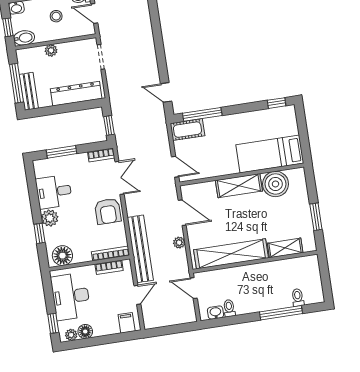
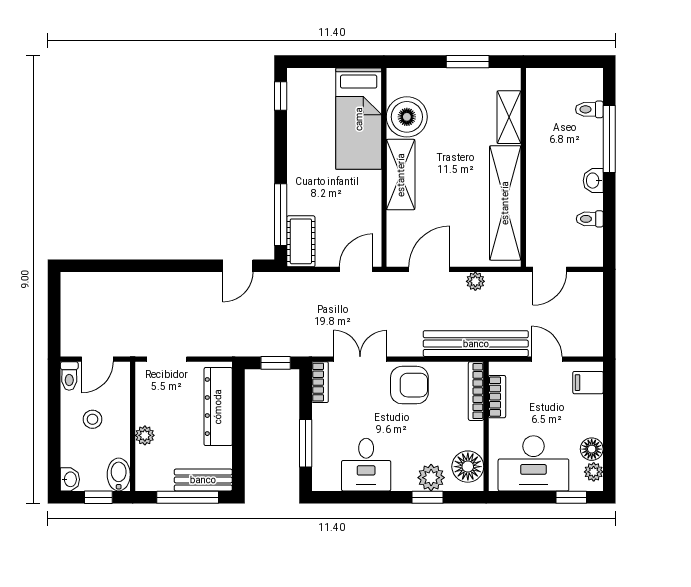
plant: (50, 218) -> (431, 478), moved
washbasin: (216, 313) -> (593, 181), moved

